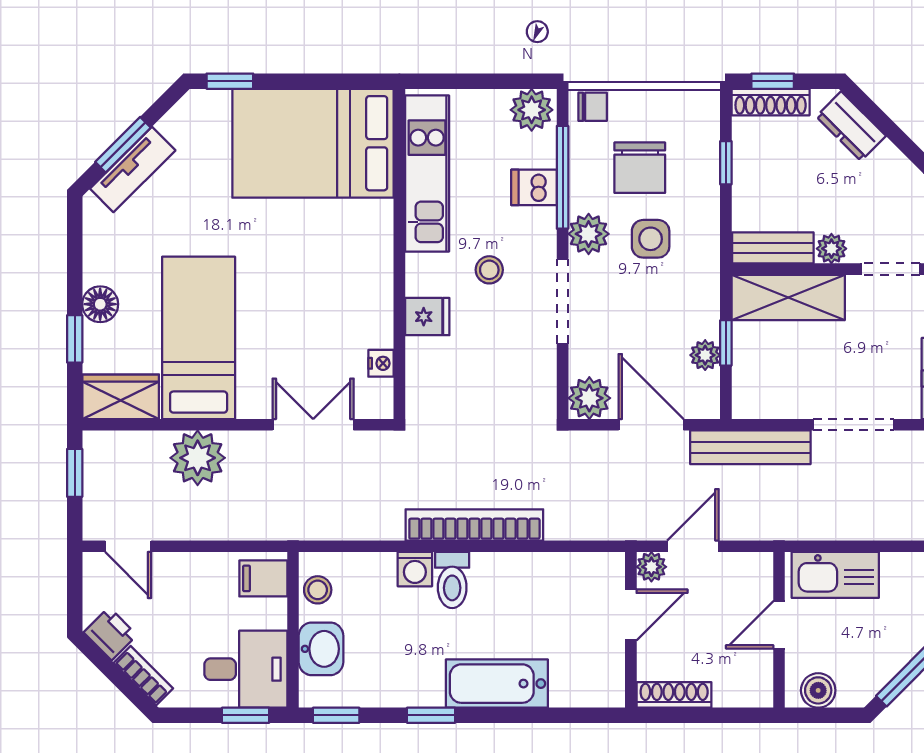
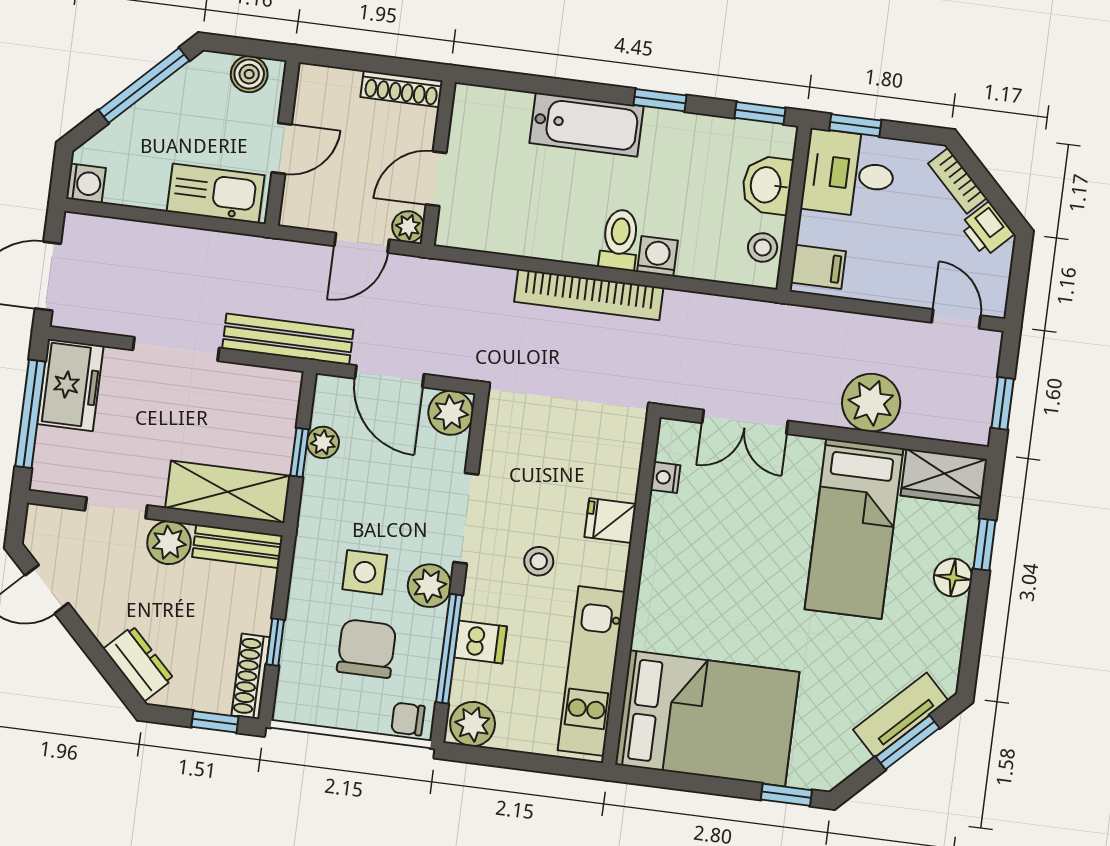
shoe rack: (771, 102) -> (251, 676), moved, turned -90
plant: (831, 249) -> (169, 543), width x1.38, depth x1.38

